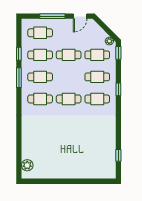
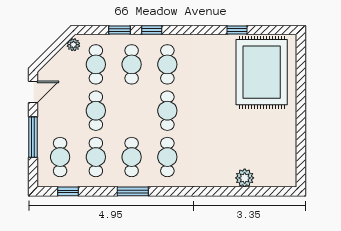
door: (80, 16) -> (33, 92), hinge flipped
window: (118, 53) -> (119, 30), moved
window: (19, 54) -> (68, 191), moved
window: (118, 155) -> (237, 30), moved
rug: (92, 157) -> (262, 72), added
plant: (27, 165) -> (245, 178), moved

